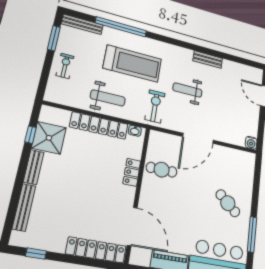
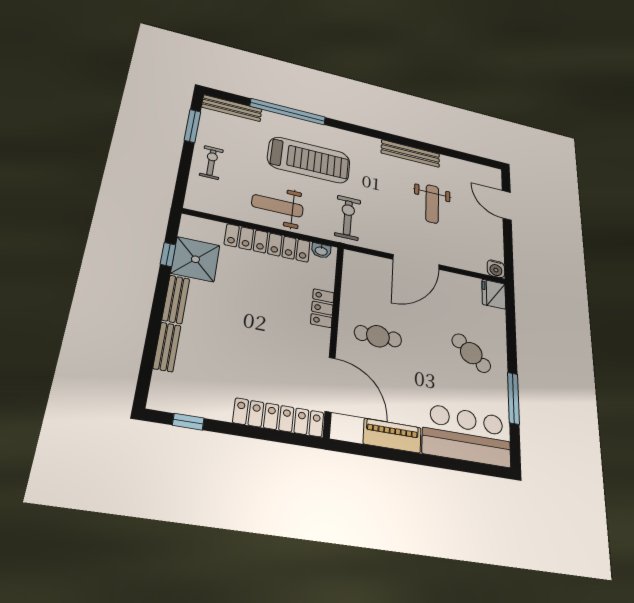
bench: (208, 59) -> (410, 153), width x1.36
weight bench: (187, 90) -> (432, 204), moved, turned -90
weight bench: (108, 98) -> (277, 206), turned 180
fridge: (248, 161) -> (494, 294), added
cafe table: (162, 170) -> (378, 336), moved
bench: (24, 207) -> (167, 347), width x0.73

